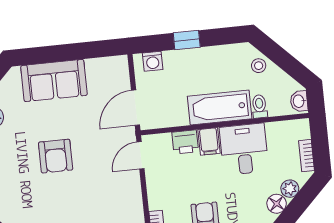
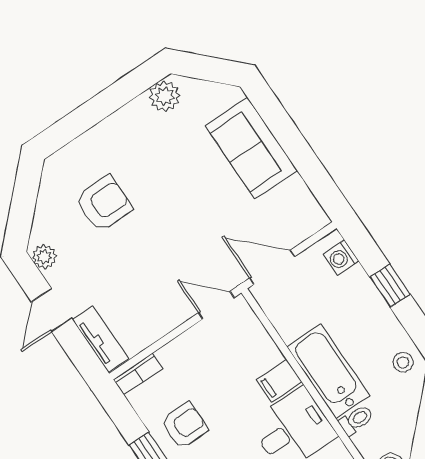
stool: (259, 66) -> (403, 362), moved
printer: (185, 142) -> (263, 352), removed
armchair: (56, 156) -> (104, 204), moved, turned 180

